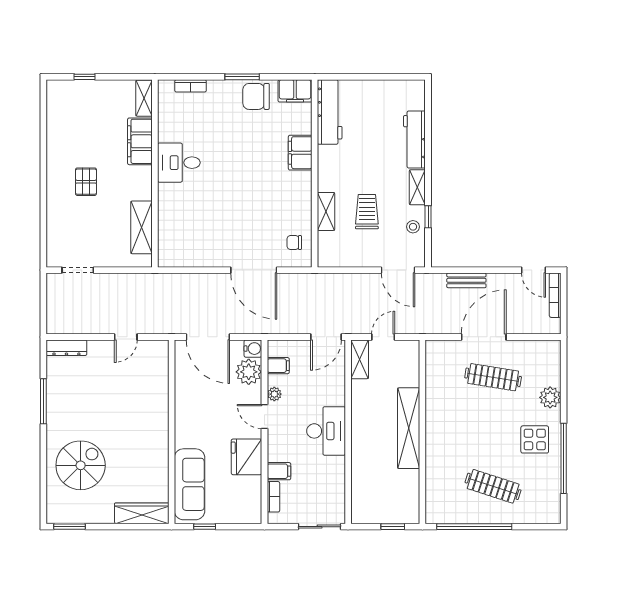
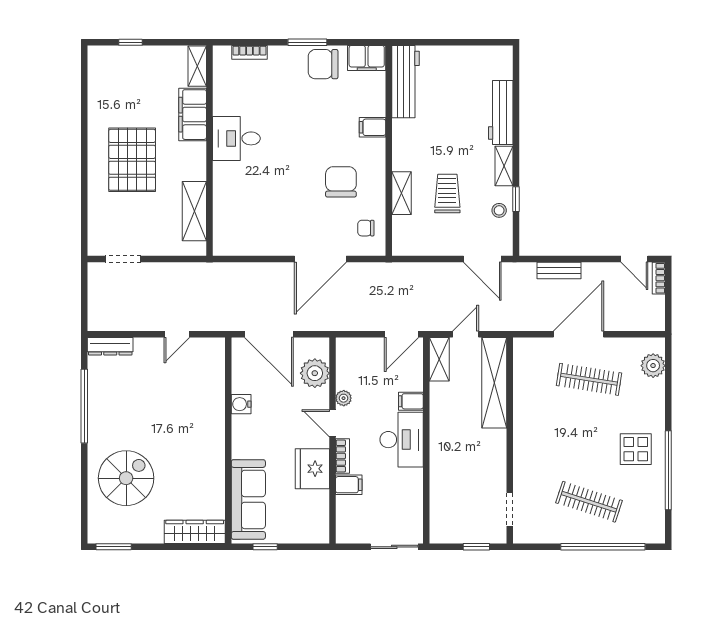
filing cabinet: (300, 153) -> (372, 127), width x0.50
pallet: (86, 182) -> (132, 160), width x2.05, depth x2.00
chair: (272, 201) -> (341, 182), added
door: (254, 270) -> (320, 259), hinge flipped
bookcase: (555, 295) -> (659, 278), width x0.64
water cooler: (253, 349) -> (241, 404), moved, turned 180
filing cabinet: (278, 366) -> (411, 401), moved, turned 180
plant: (550, 397) -> (653, 366), moved
window: (43, 401) -> (84, 406), width x1.46
shelving: (409, 428) -> (494, 383), moved
doorway: (422, 493) -> (510, 509), added
bookcase: (273, 497) -> (342, 456), moved
window: (474, 527) -> (603, 547), moved

